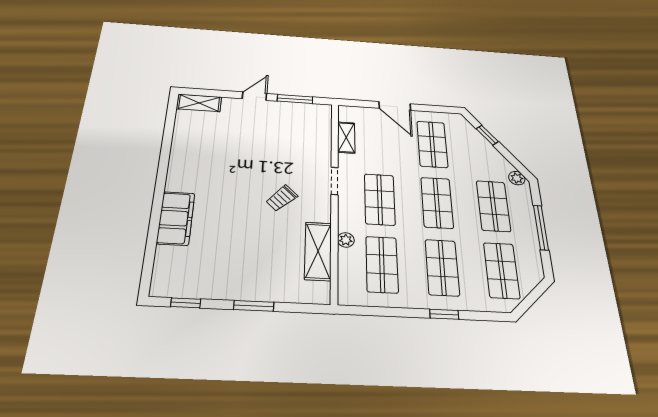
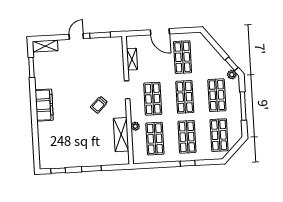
window: (169, 130) -> (31, 68), added
window: (487, 135) -> (232, 64), moved
filing cabinet: (176, 218) -> (44, 105), moved

